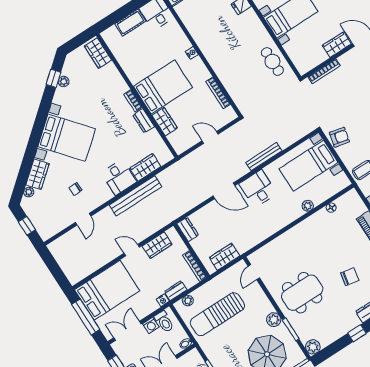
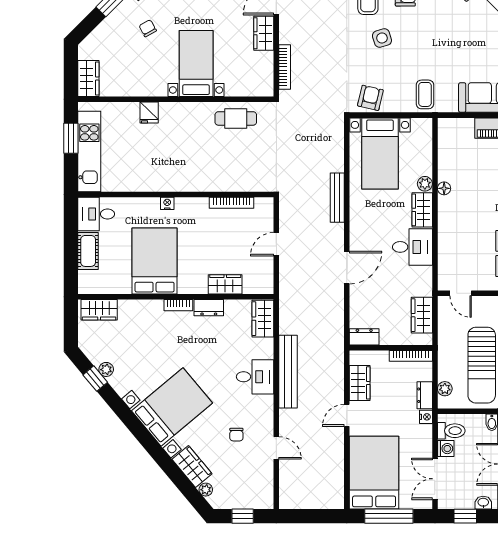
bed: (163, 87) -> (155, 261), moved
wardrobe: (145, 167) -> (263, 319), moved
desk: (258, 189) -> (412, 247), moved, turned 180
floor lamp: (331, 208) -> (444, 188), moved
wardrobe: (290, 215) -> (422, 210), added

